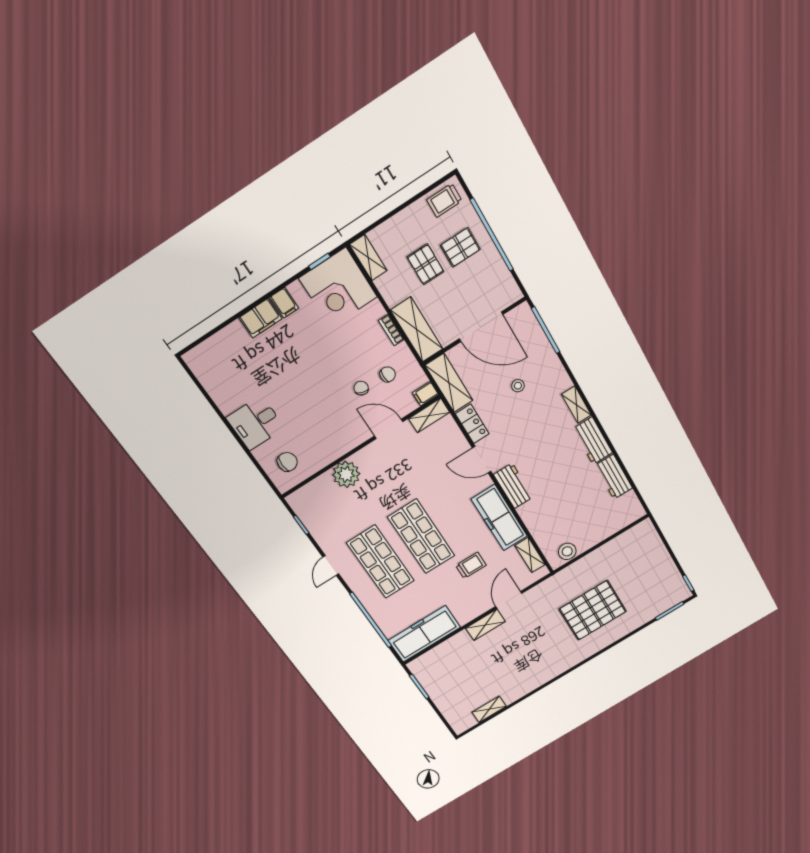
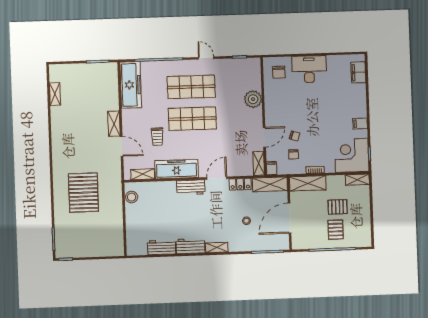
trolley: (444, 200) -> (363, 234), removed
filing cabinet: (260, 318) -> (358, 72), moved
desk: (255, 423) -> (309, 69), width x1.37

